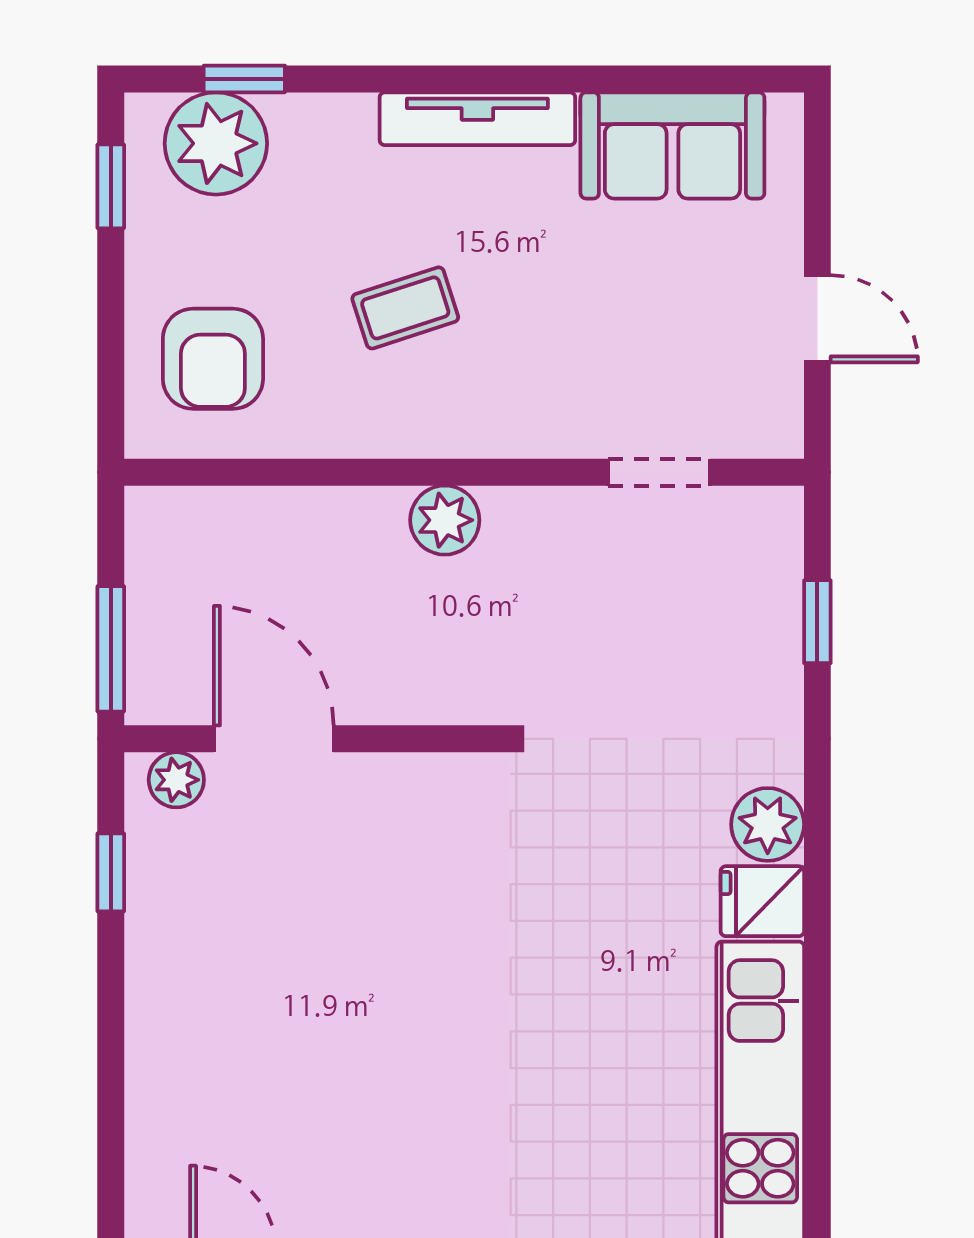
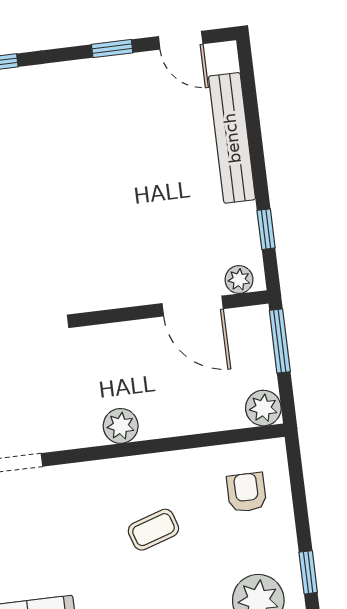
armchair: (213, 359) -> (247, 492), width x0.72, depth x0.72
plant: (159, 521) -> (263, 408), added
bench: (156, 1061) -> (232, 138), added

